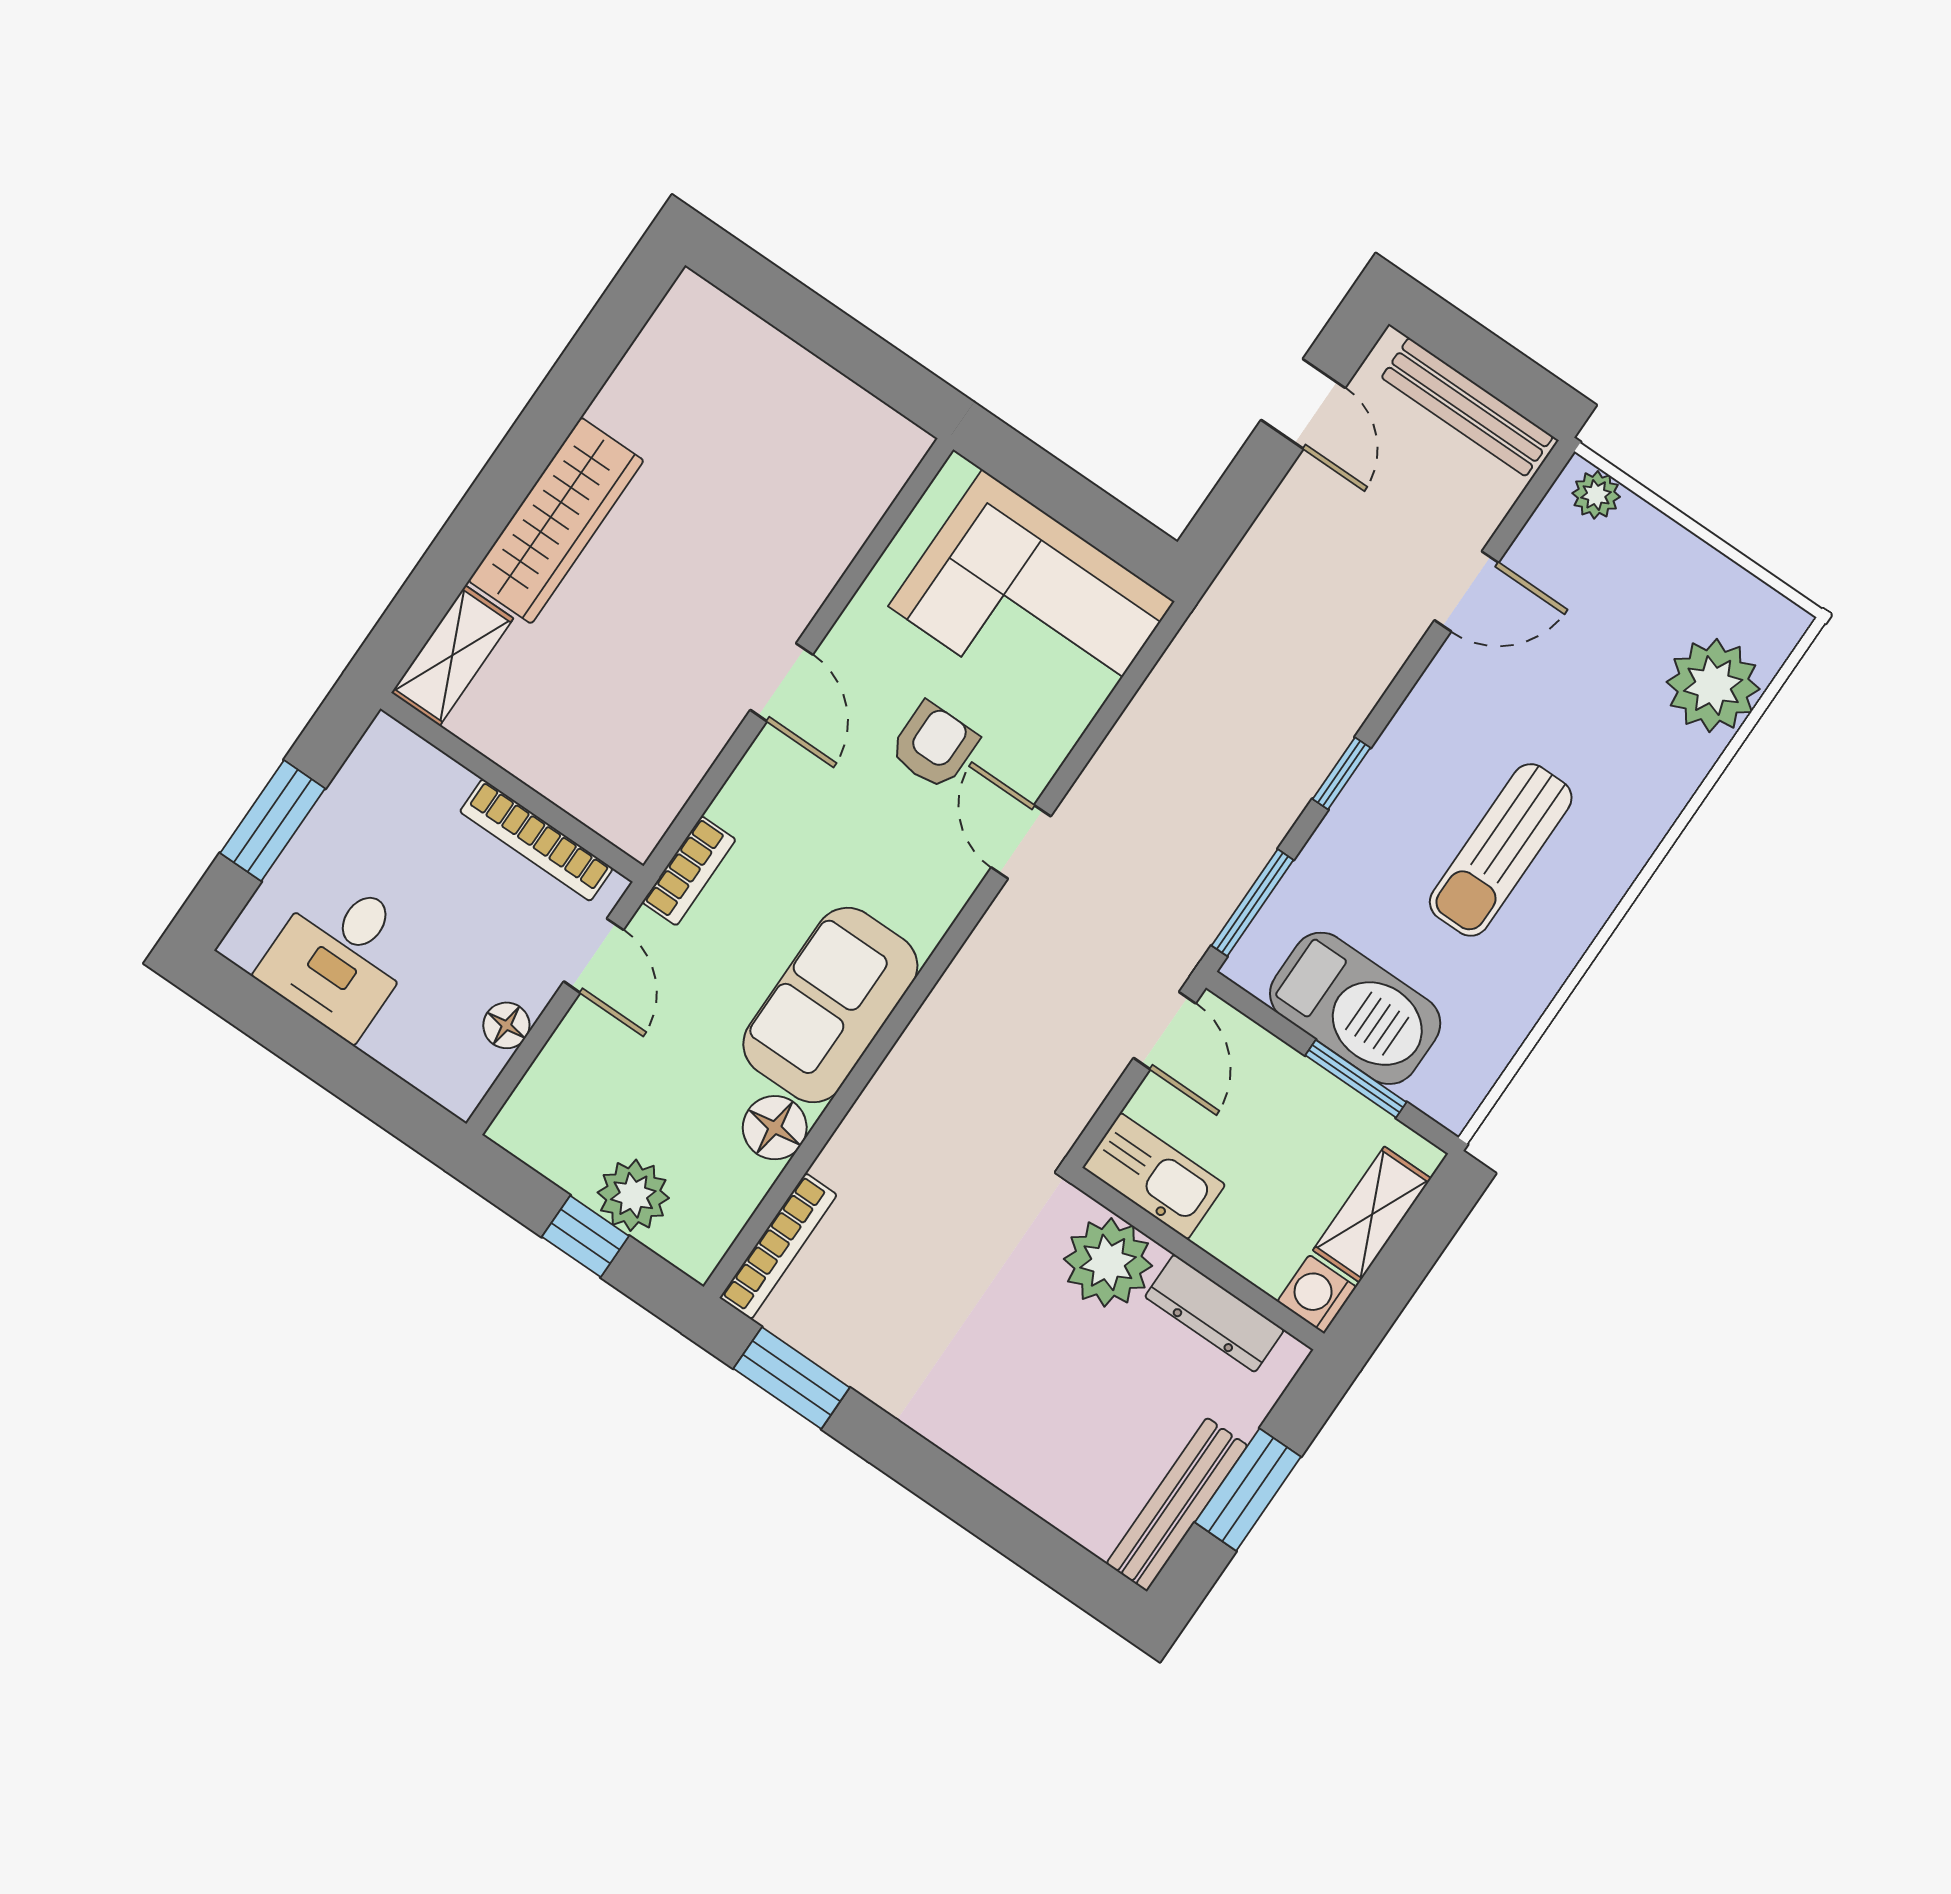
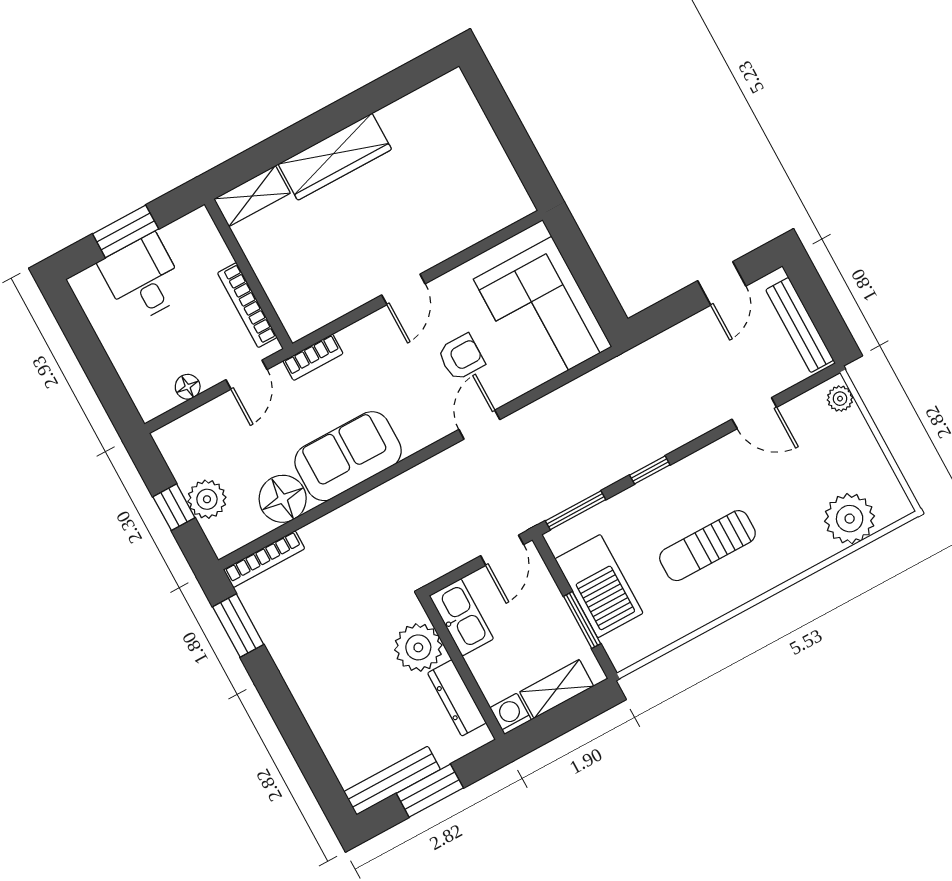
desk: (340, 956) -> (143, 279), moved, turned 90
floor lamp: (775, 1128) -> (283, 499), width x1.38, depth x1.38

